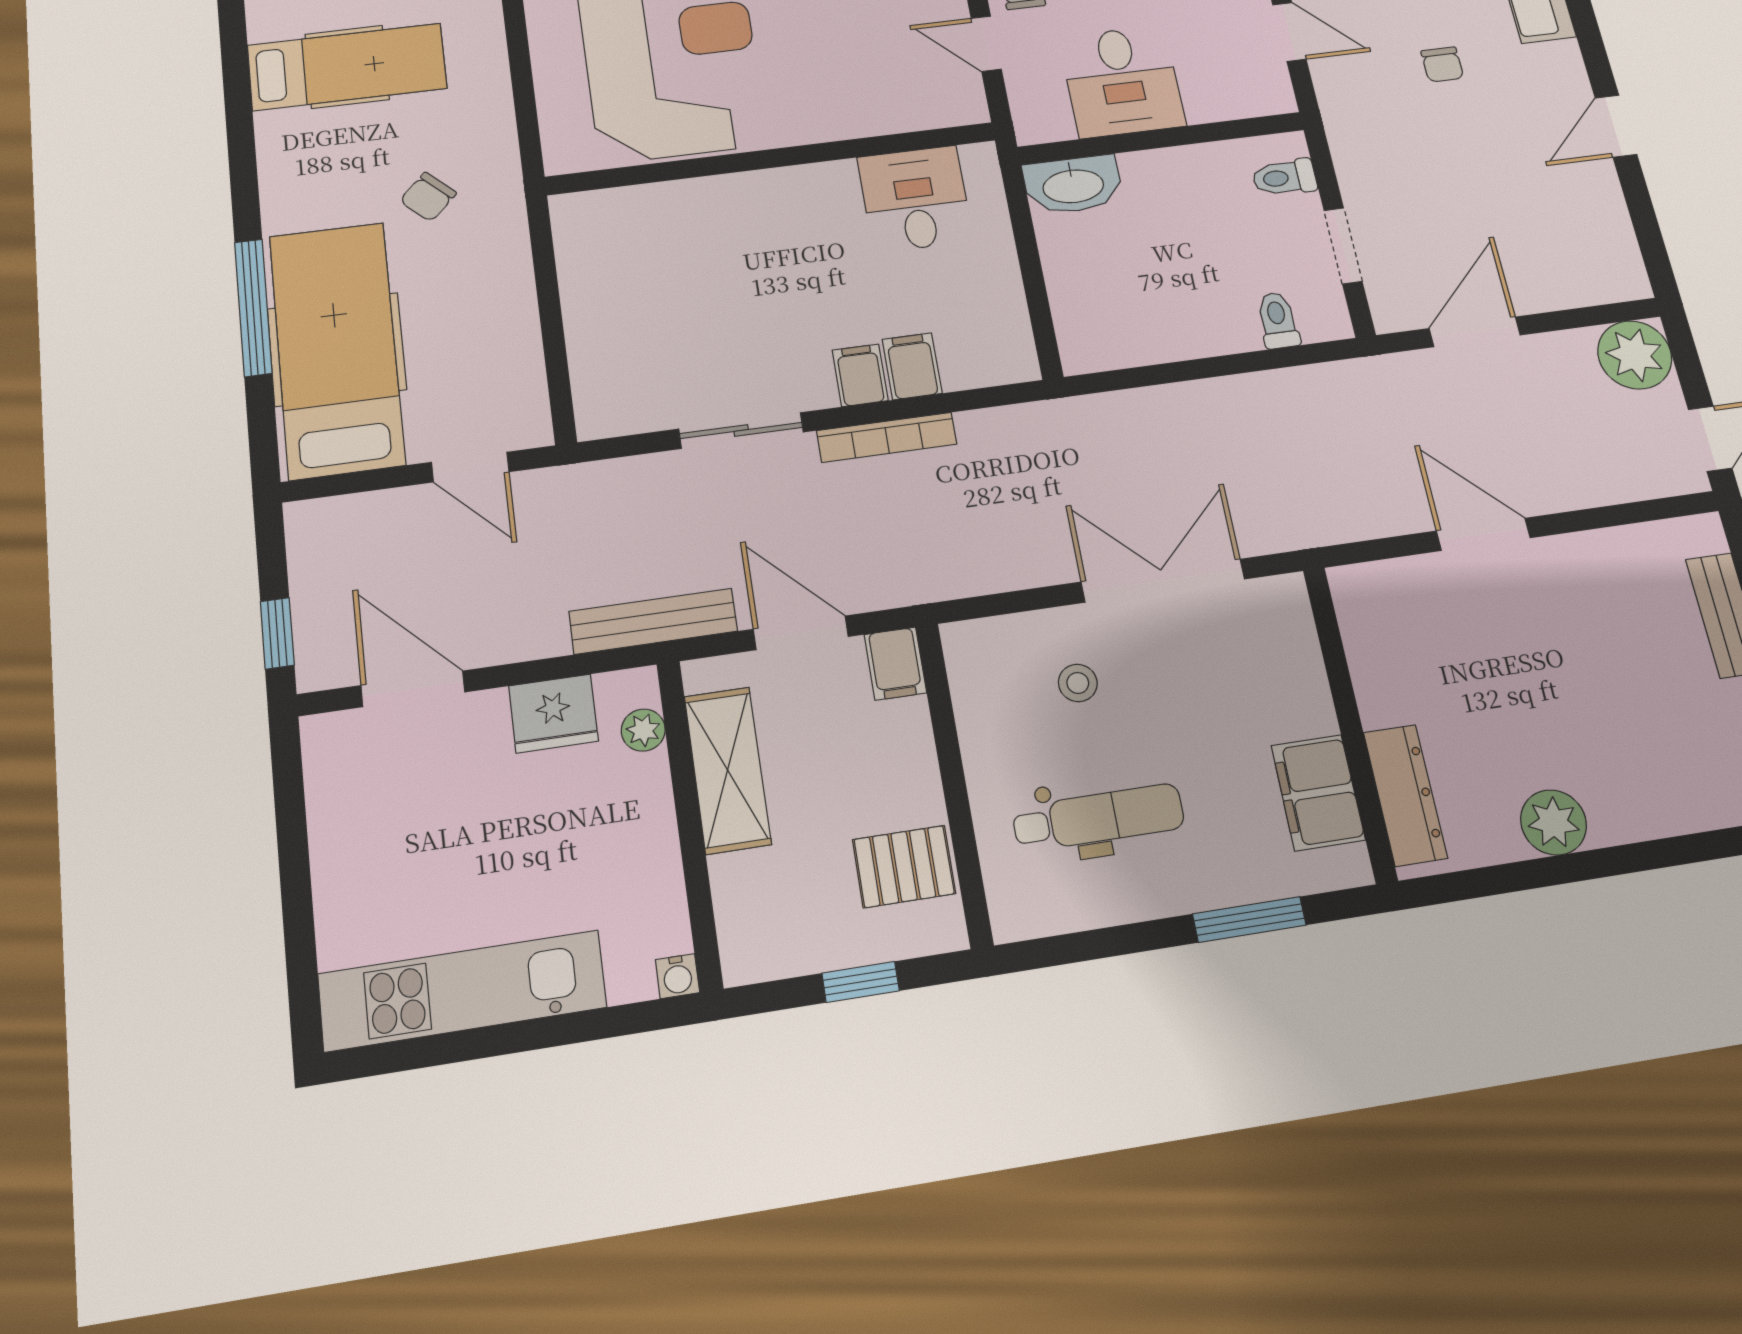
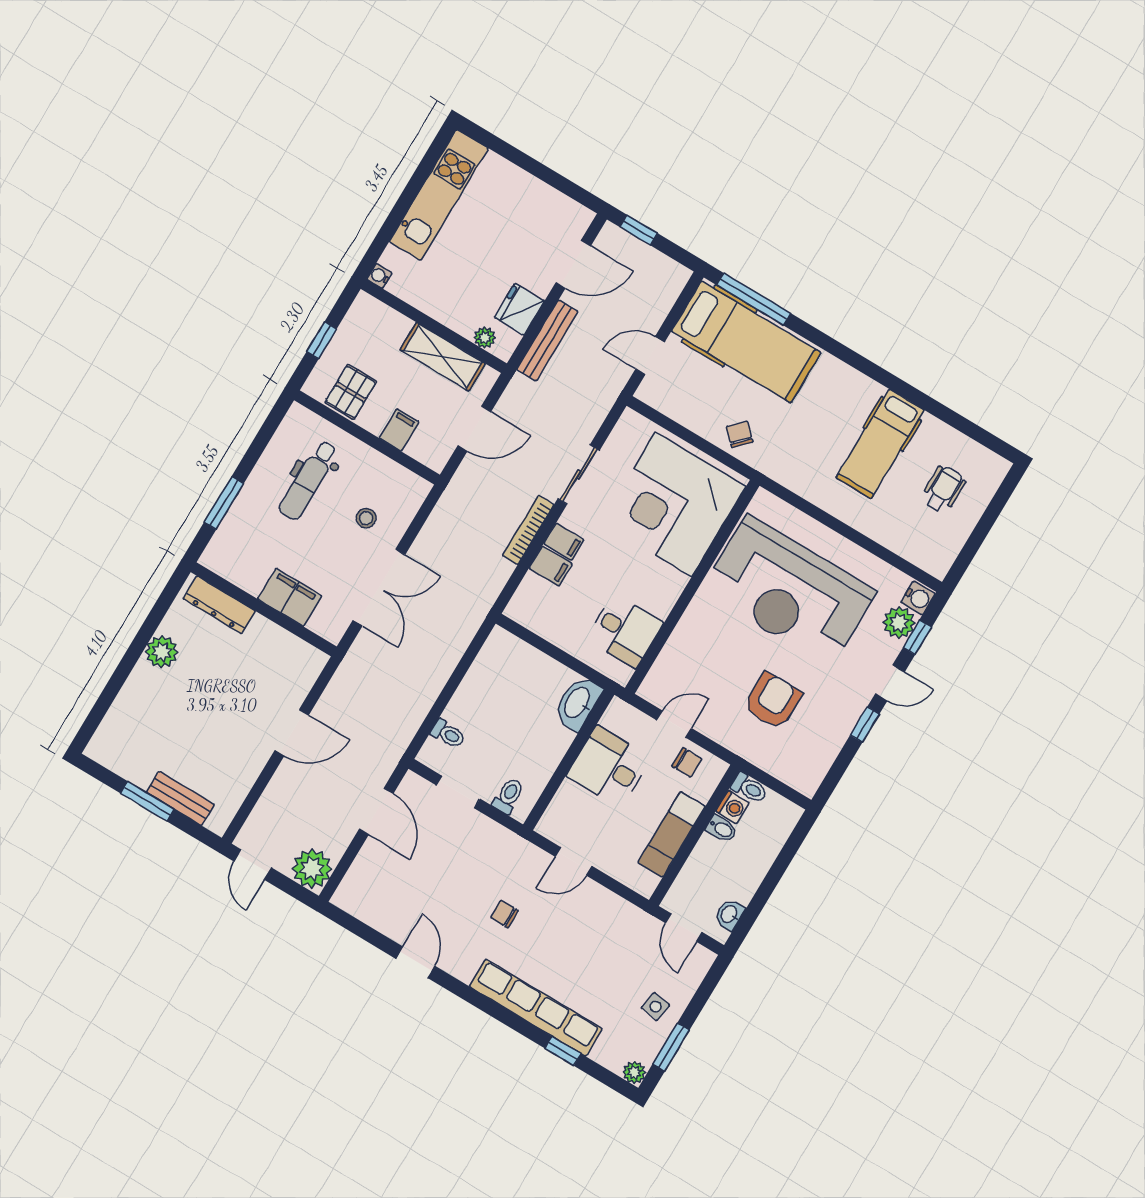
chair: (428, 197) -> (740, 434), moved
corner desk: (673, 269) -> (674, 504), added
window: (253, 307) -> (754, 299), moved
bench: (653, 621) -> (547, 340), moved
filing cabinet: (895, 664) -> (399, 430), moved, turned 90
filing cabinet: (1318, 793) -> (290, 597), moved

